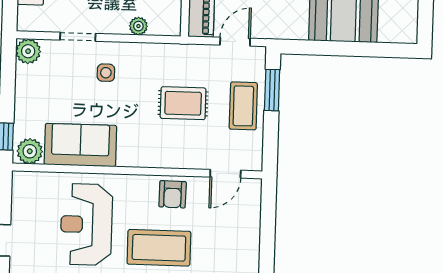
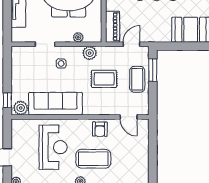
plant: (28, 51) -> (90, 53), moved
sofa: (80, 145) -> (55, 104), width x1.36
door: (225, 174) -> (129, 117), hinge flipped
reception desk: (86, 224) -> (53, 147), turned 180

